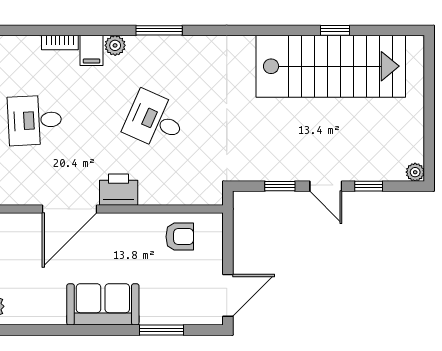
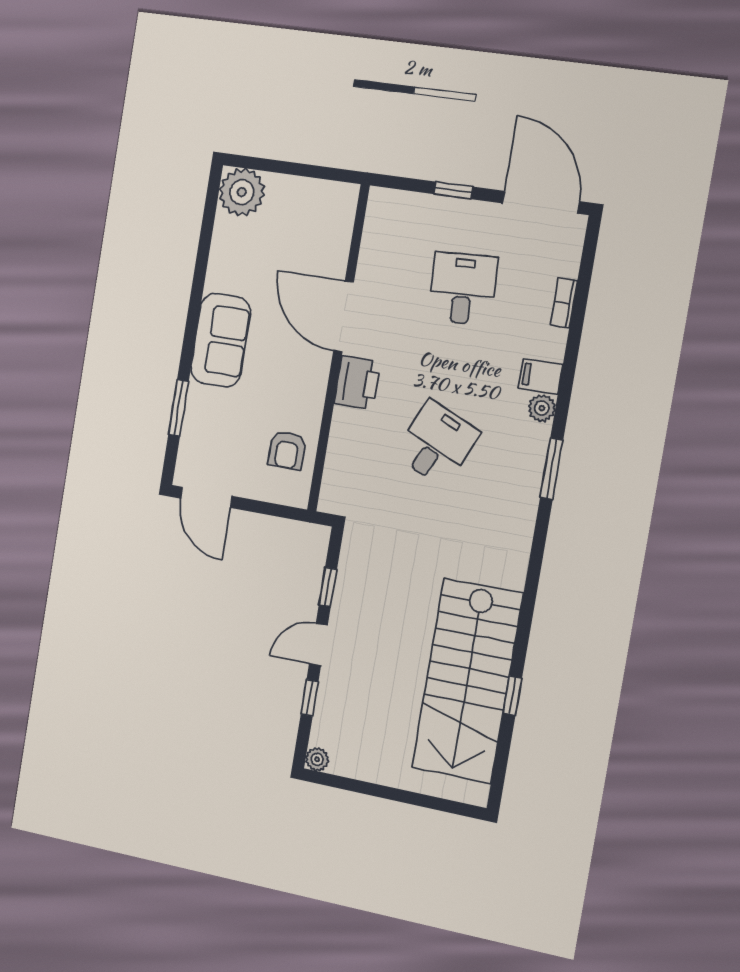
bookcase: (60, 42) -> (564, 303), moved

